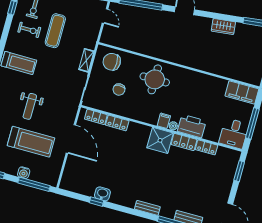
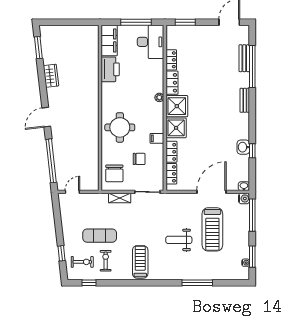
weight bench: (30, 106) -> (179, 240), turned 180
filing cabinet: (164, 121) -> (157, 138), moved
printer: (192, 126) -> (110, 69), moved, turned 180
desk: (234, 133) -> (151, 42), width x1.37
shower: (139, 134) -> (176, 128), added
door: (71, 139) -> (211, 192), moved
treadmill: (31, 142) -> (212, 229), turned 180
water cooler: (24, 173) -> (244, 198), moved
washbasin: (64, 184) -> (244, 186), added

